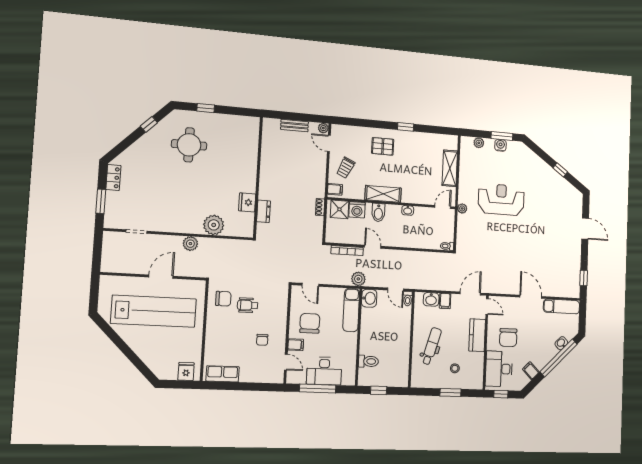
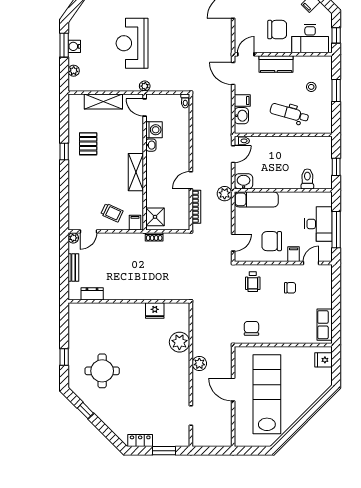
pallet: (383, 146) -> (88, 144), moved
washing machine: (357, 210) -> (154, 130), moved
dresser: (264, 211) -> (92, 294), moved
bidet: (378, 212) -> (155, 176), removed
wheelchair: (248, 305) -> (253, 282), moved

